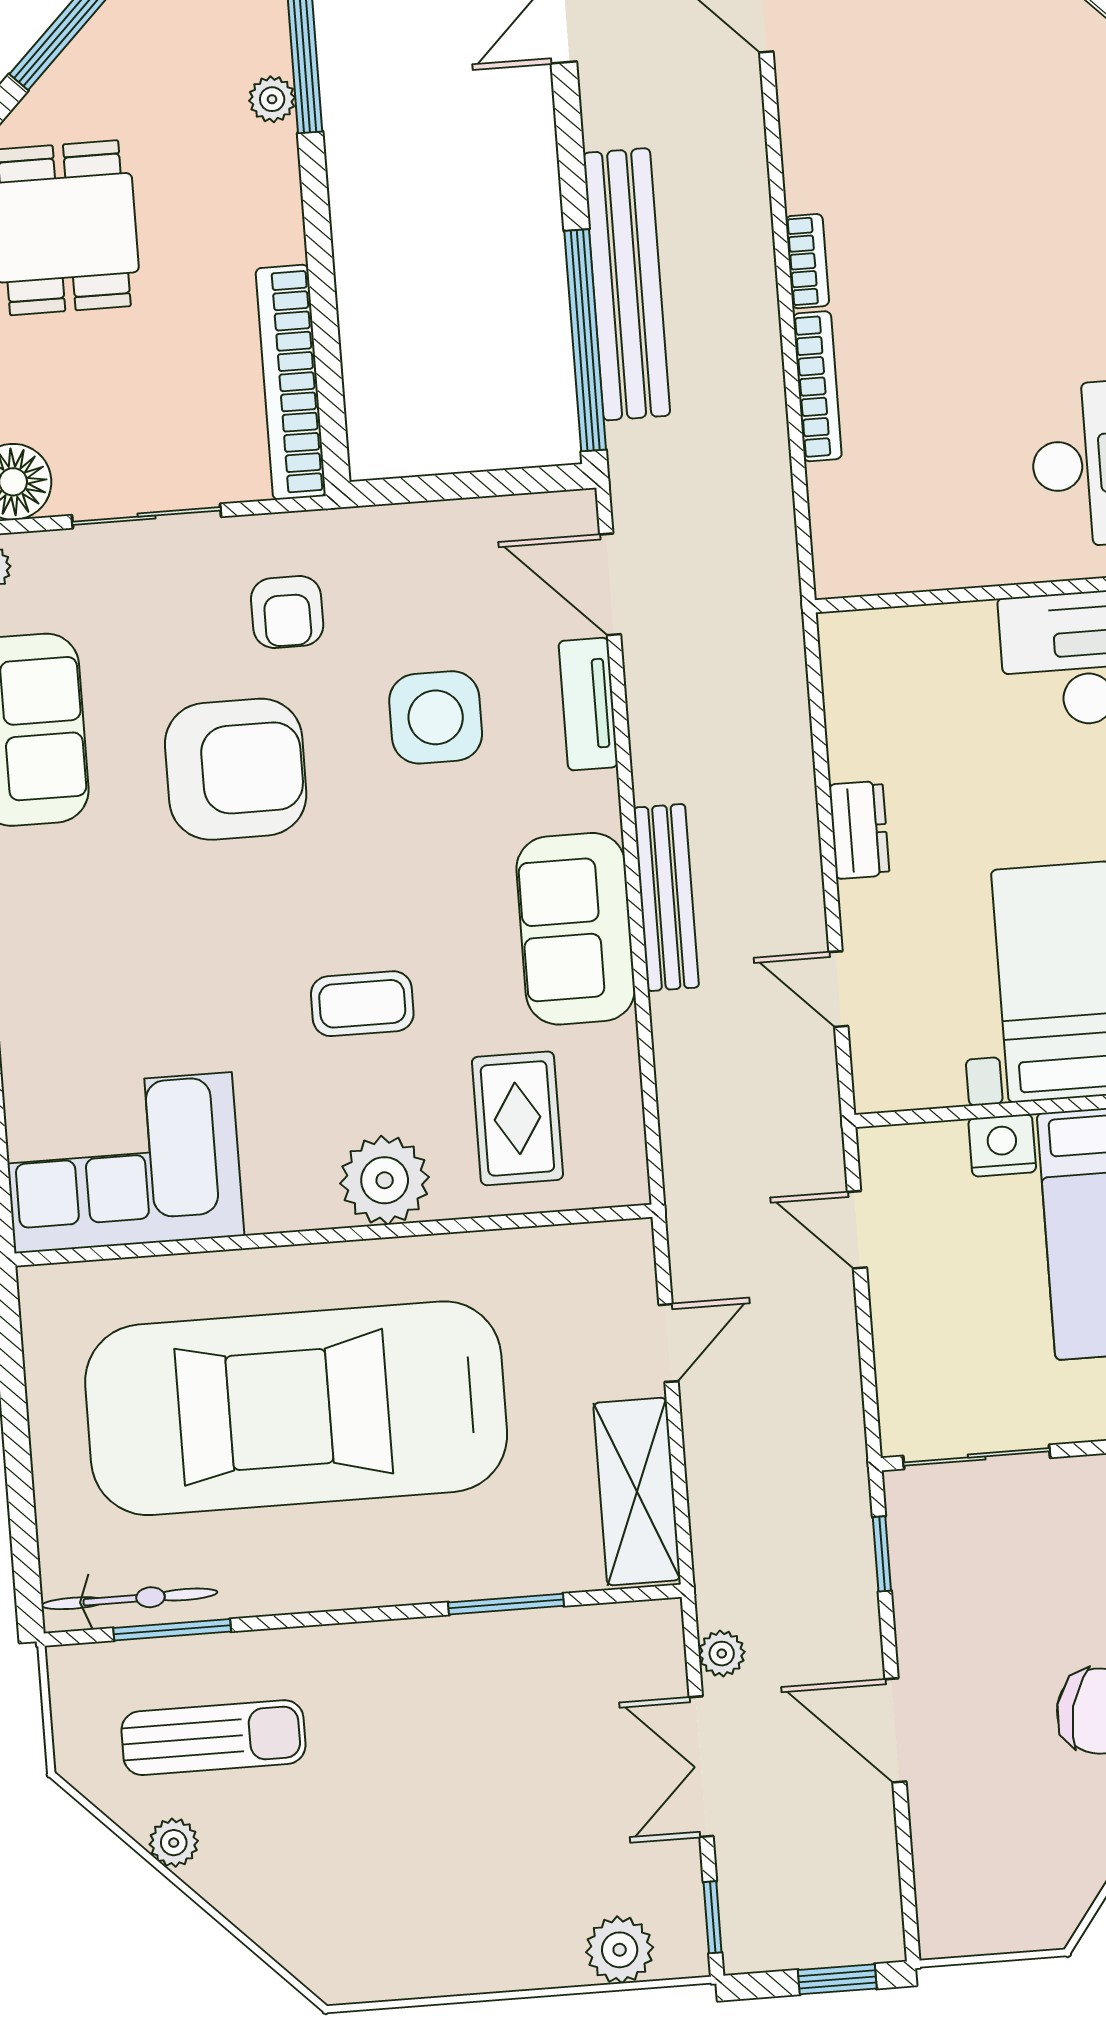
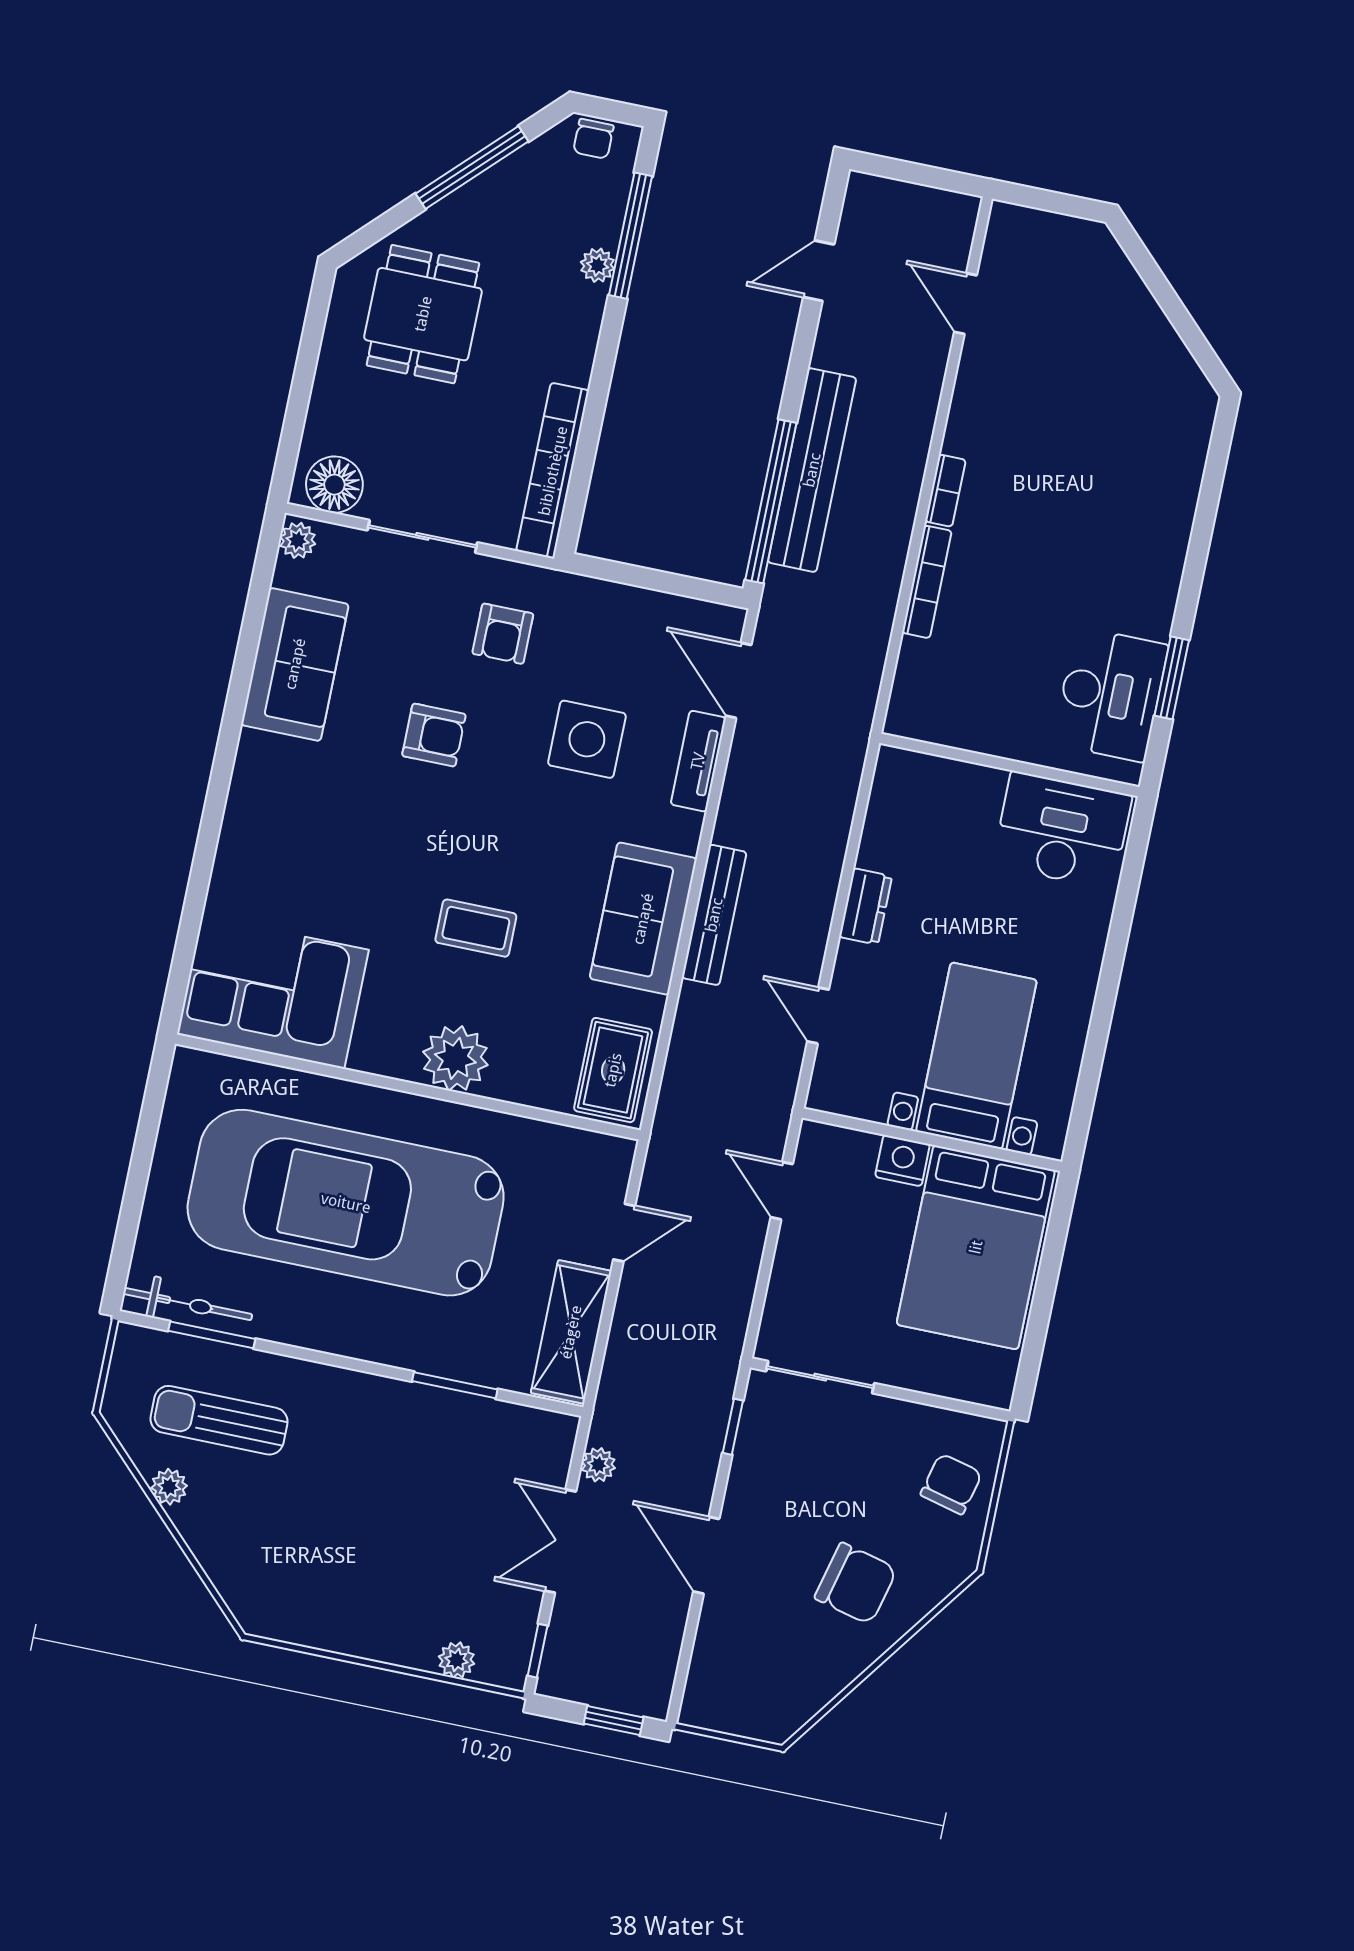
armchair: (236, 769) -> (434, 735), width x0.53, depth x0.53
rug: (517, 1118) -> (613, 1070), moved
sun lounger: (213, 1738) -> (219, 1420), turned 180
plant: (620, 1950) -> (457, 1660), width x0.73, depth x0.73

